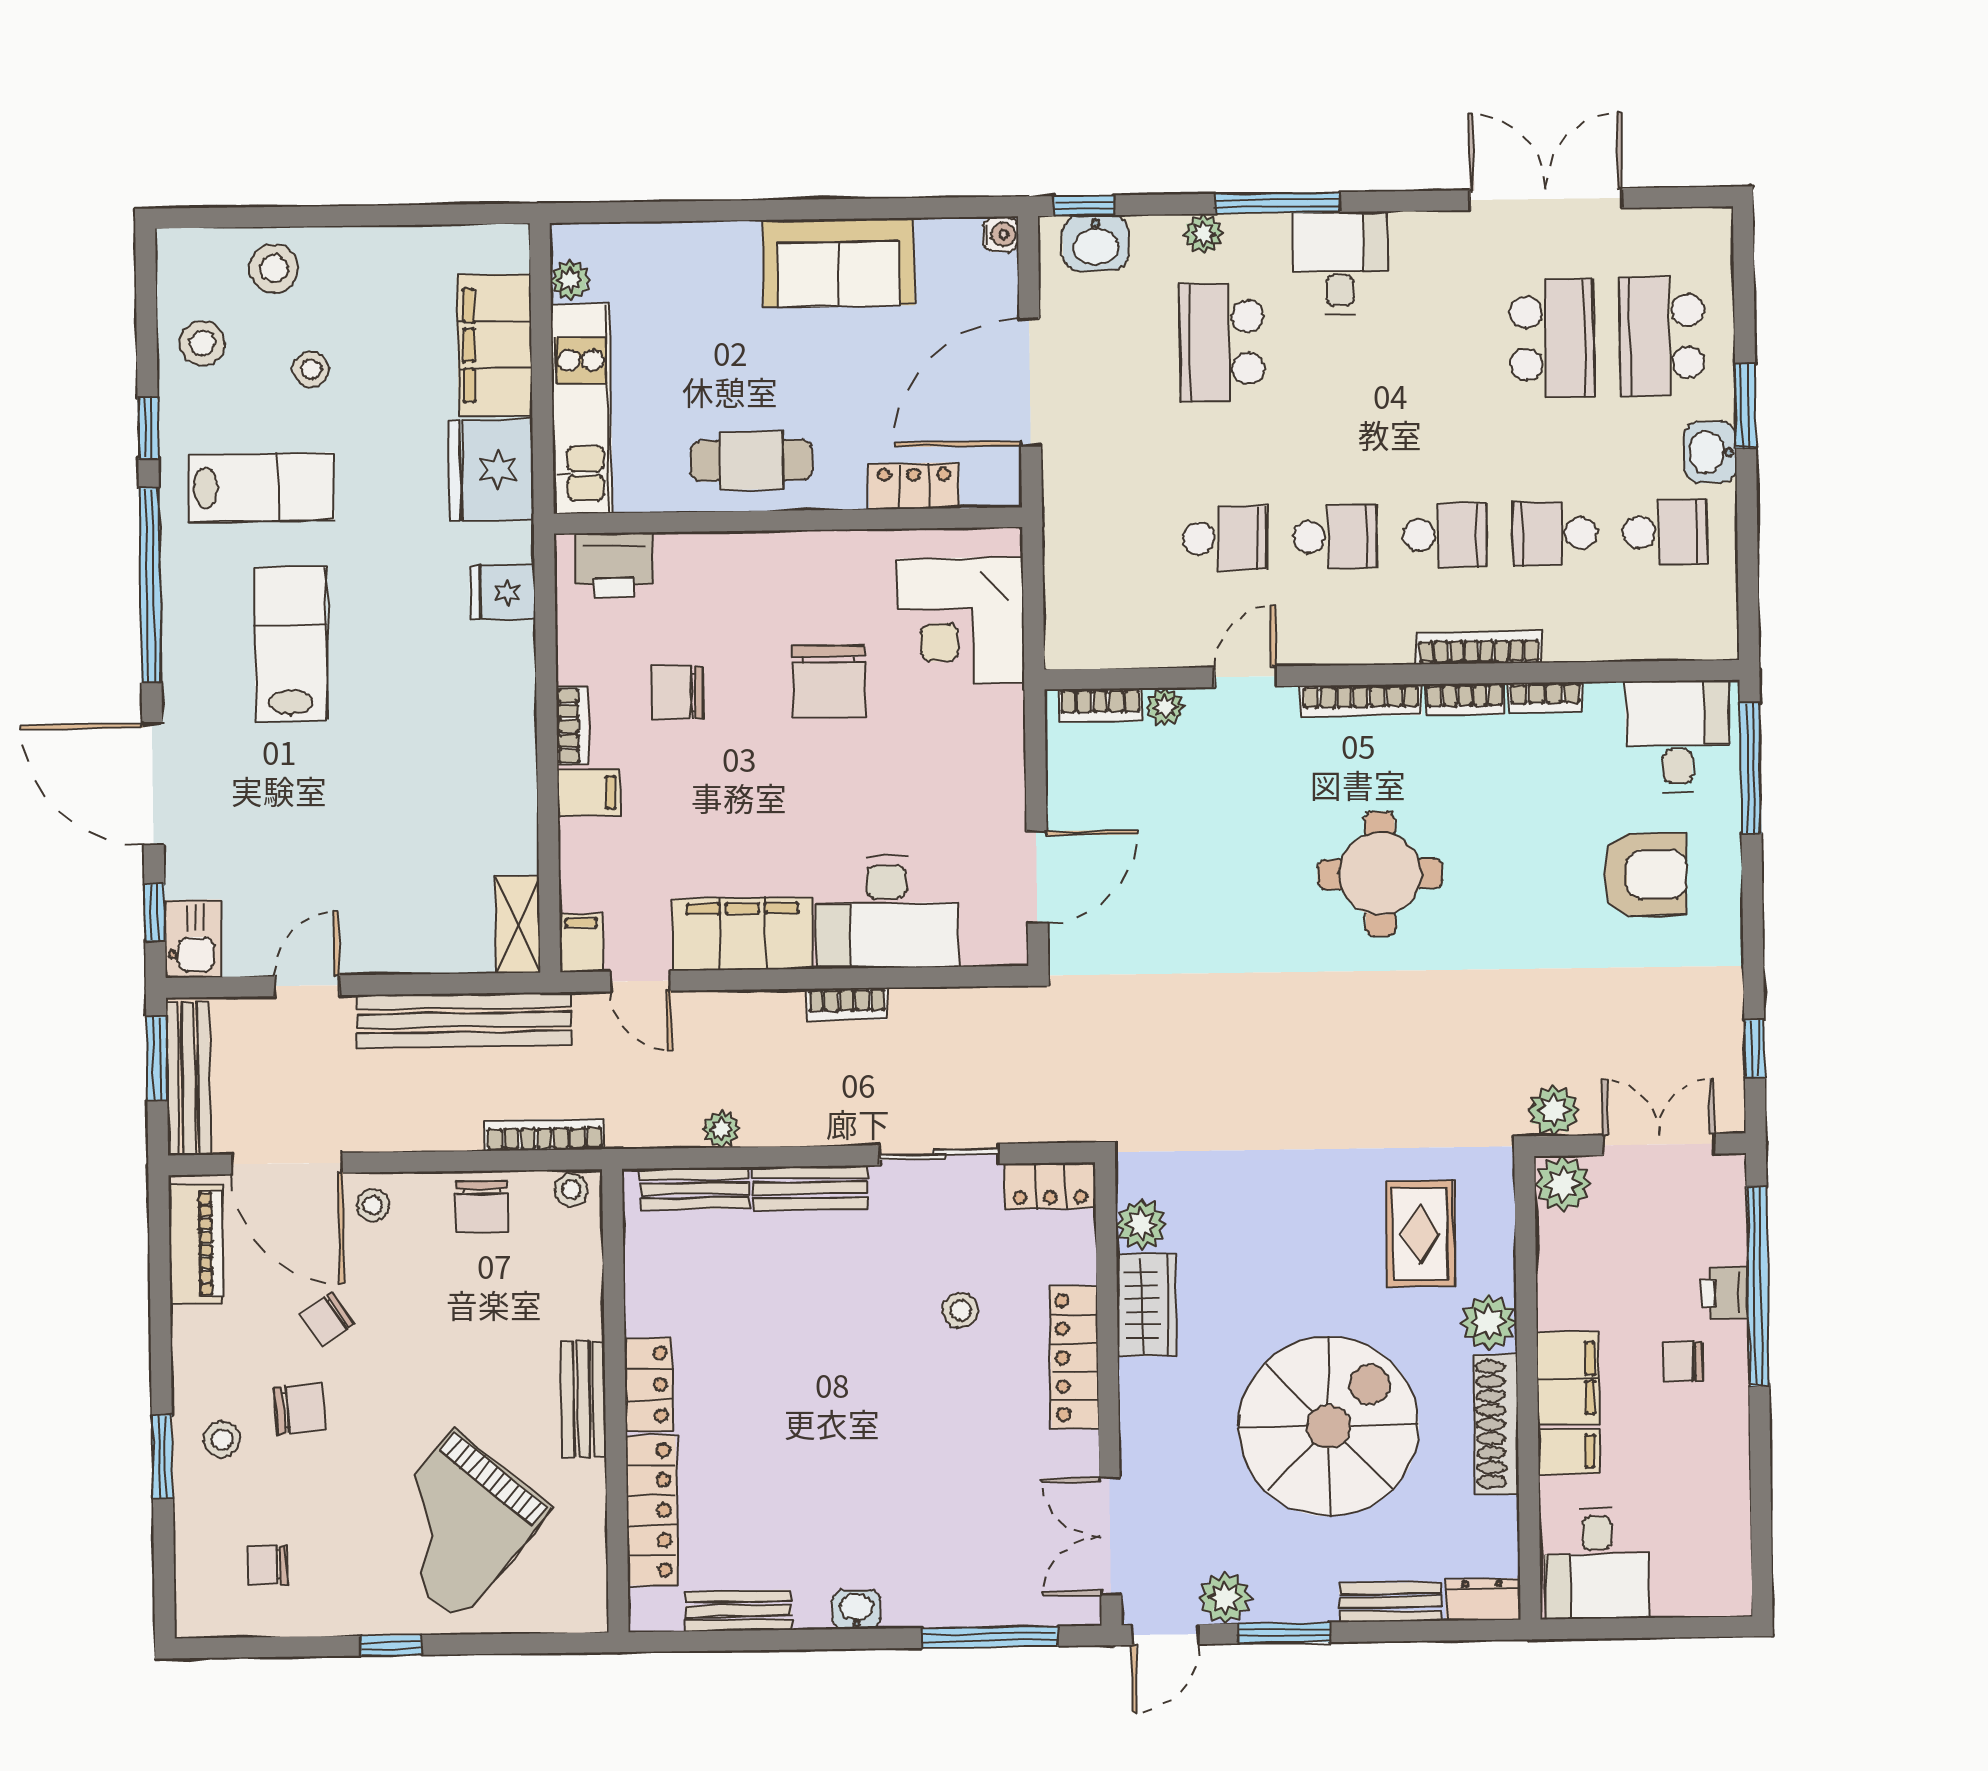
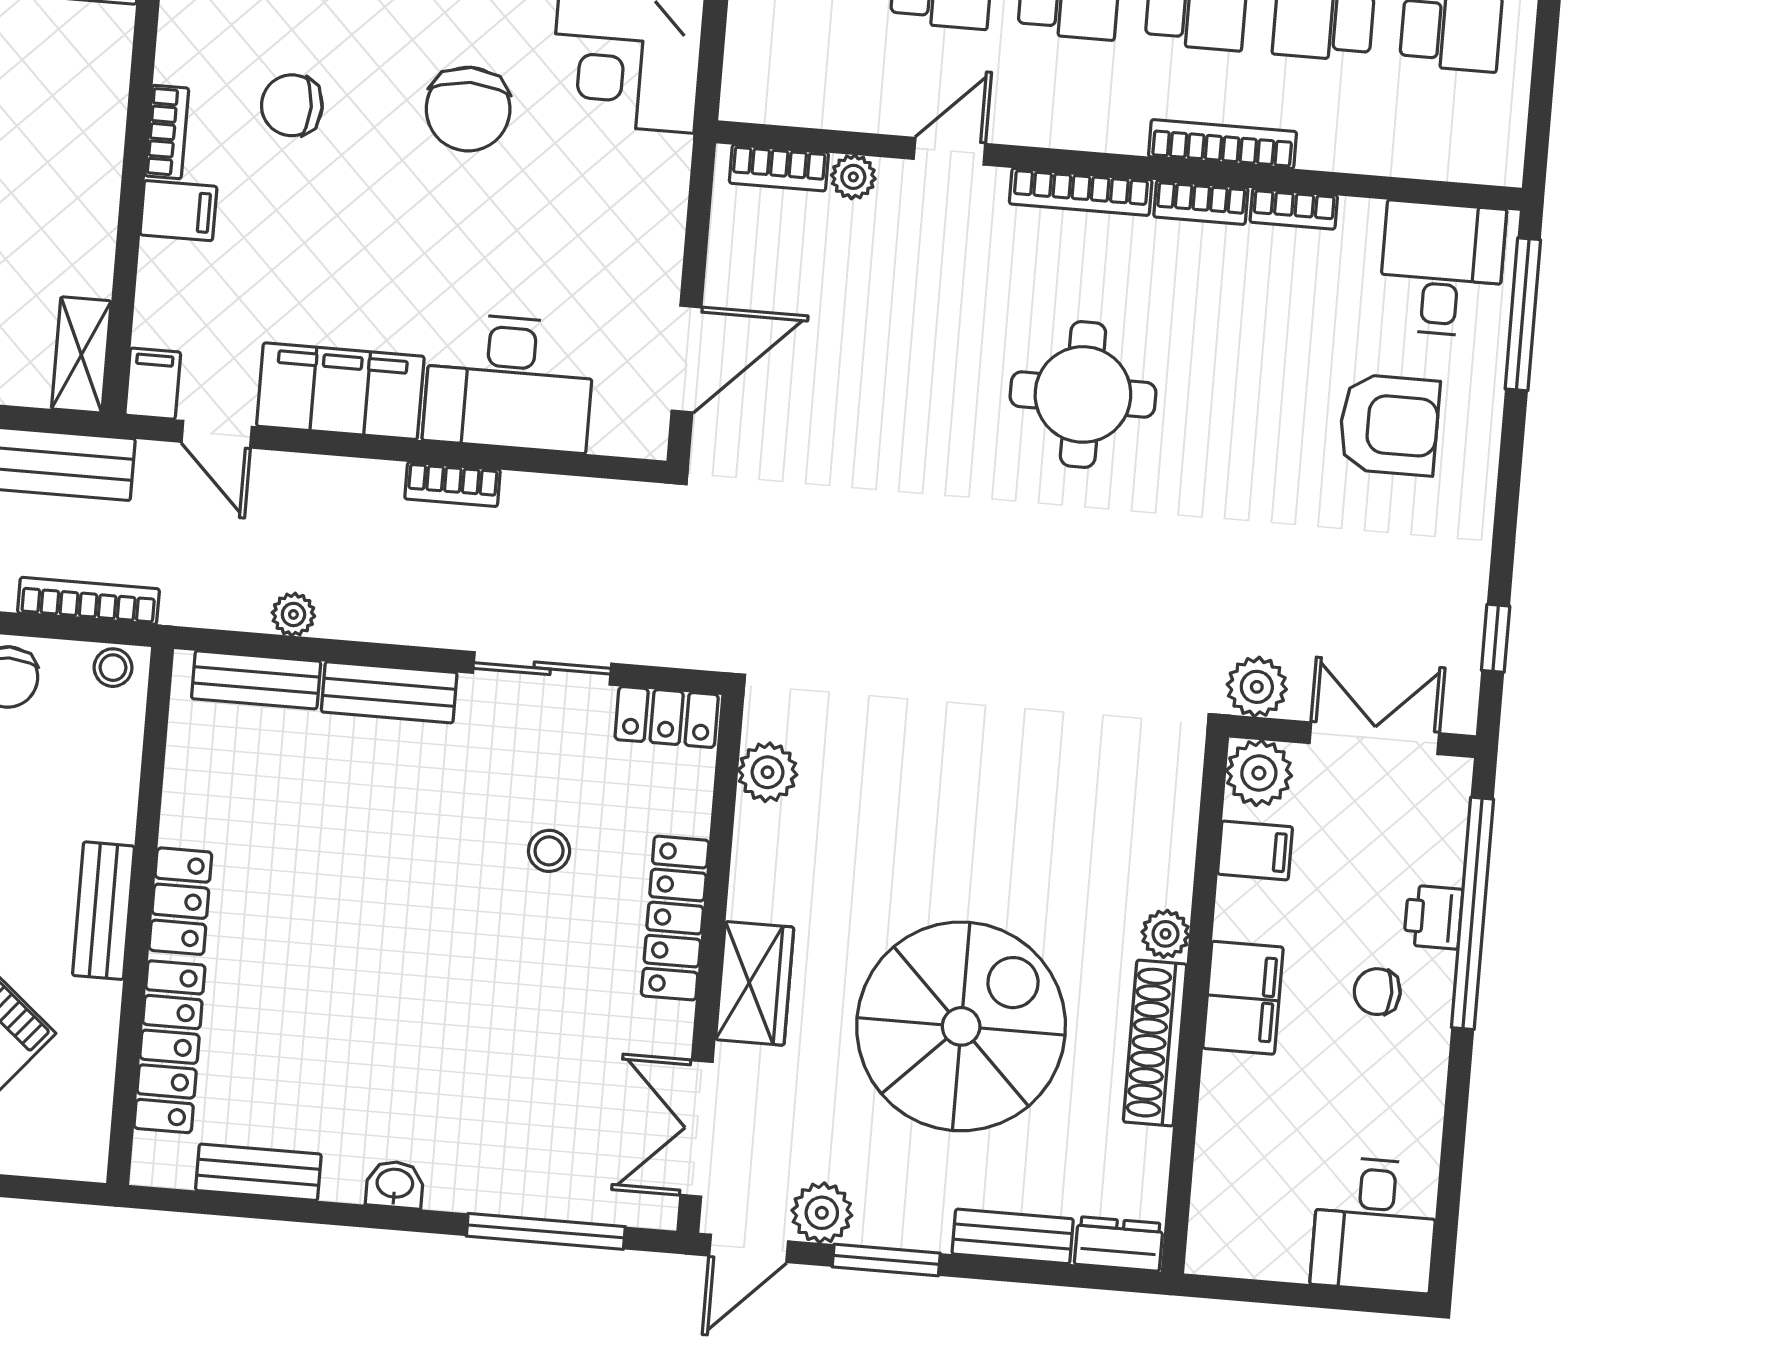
rug: (1420, 1234) -> (1089, 814), removed
wardrobe: (1147, 1305) -> (755, 983), moved
plant: (1488, 1322) -> (1166, 934), width x0.73, depth x0.73
filing cabinet: (1569, 1451) -> (1255, 850), moved
desk: (1597, 1563) -> (1375, 1225), moved

